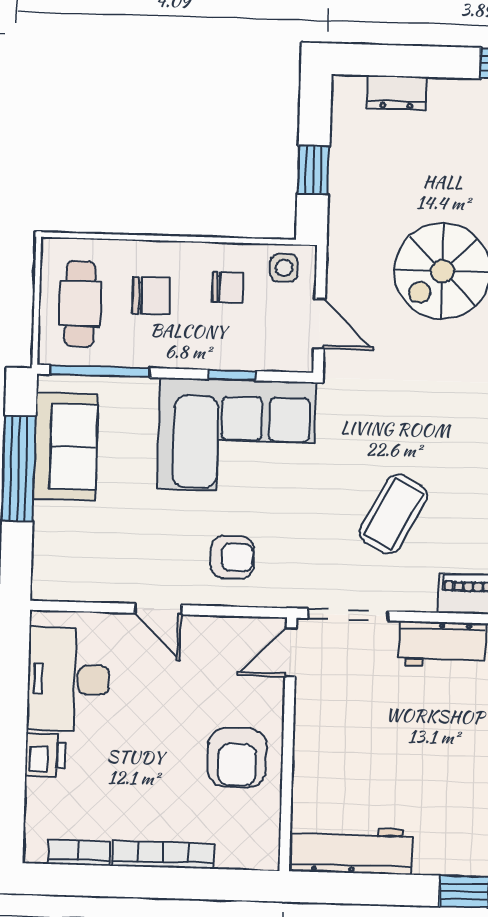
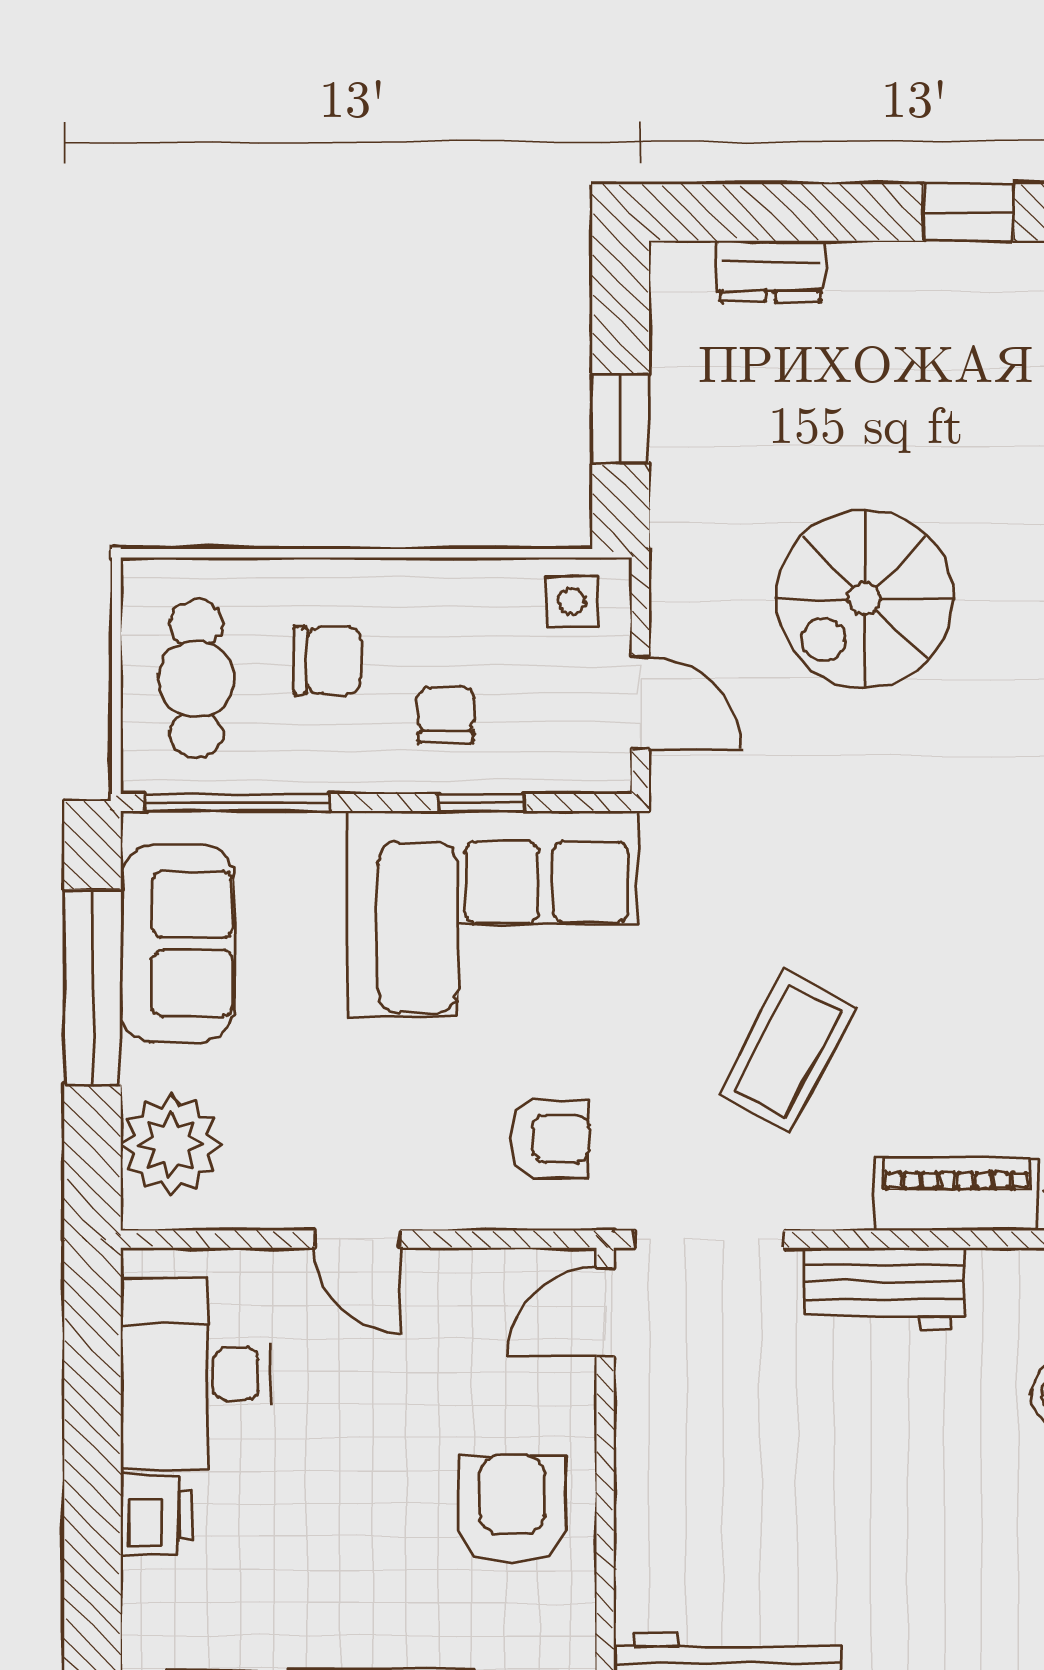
chair: (228, 288) -> (446, 715), moved, turned -90
plant: (59, 555) -> (171, 1144), added
armchair: (232, 557) -> (550, 1139), moved
armchair: (237, 758) -> (512, 1510), turned 180

